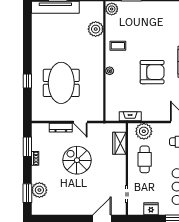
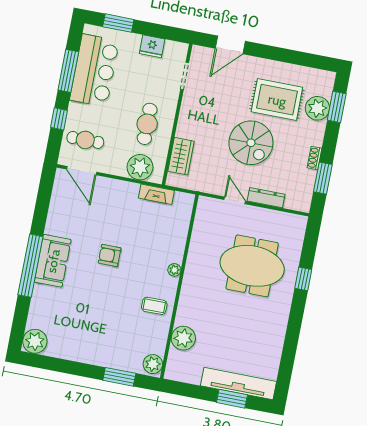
armchair: (152, 72) -> (110, 255), width x0.53, depth x0.53
meeting table: (61, 83) -> (252, 266), turned 90
rug: (66, 191) -> (277, 100), added

